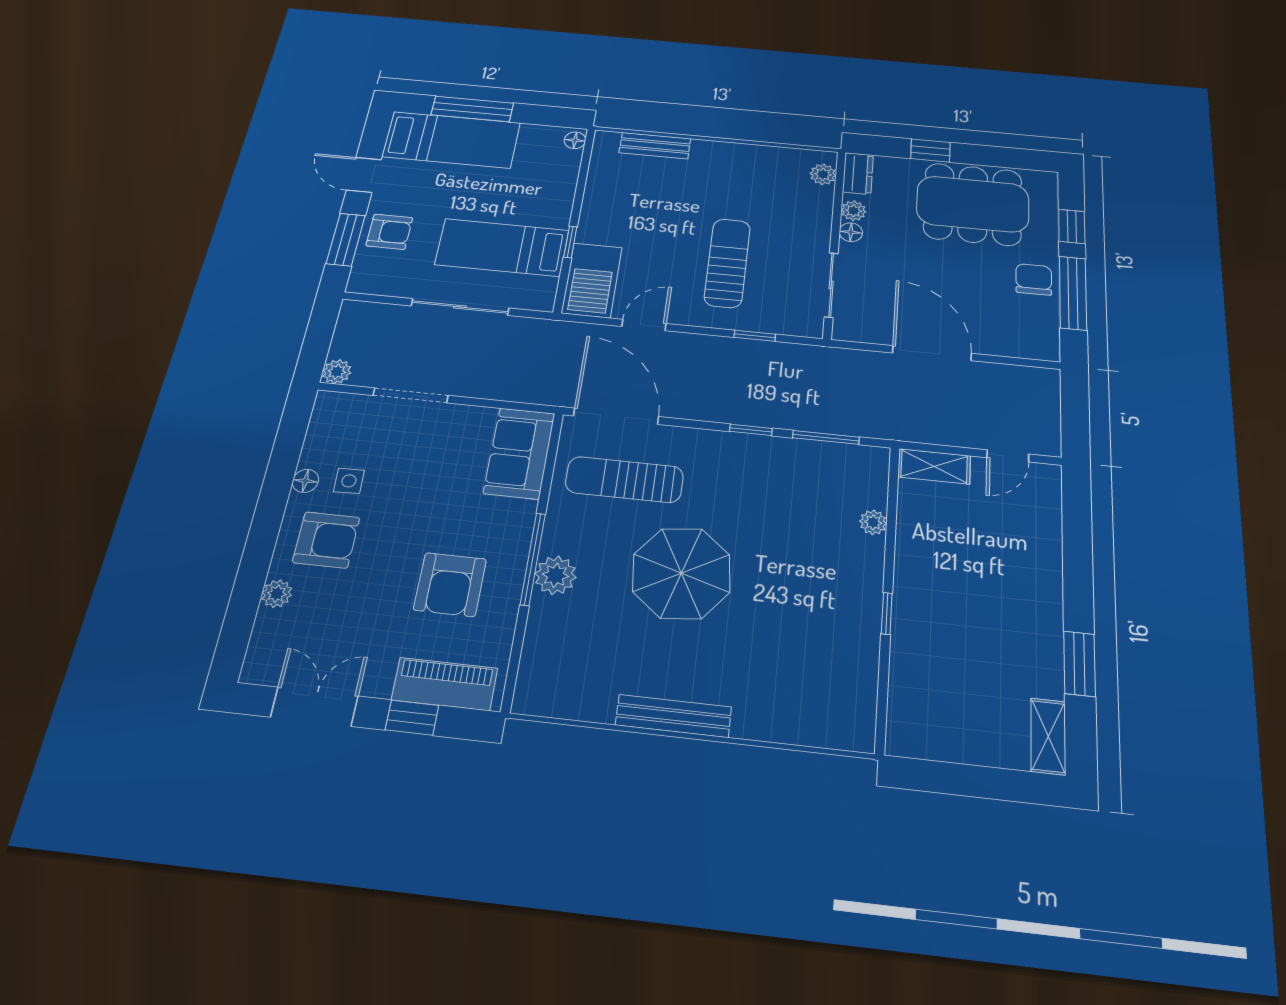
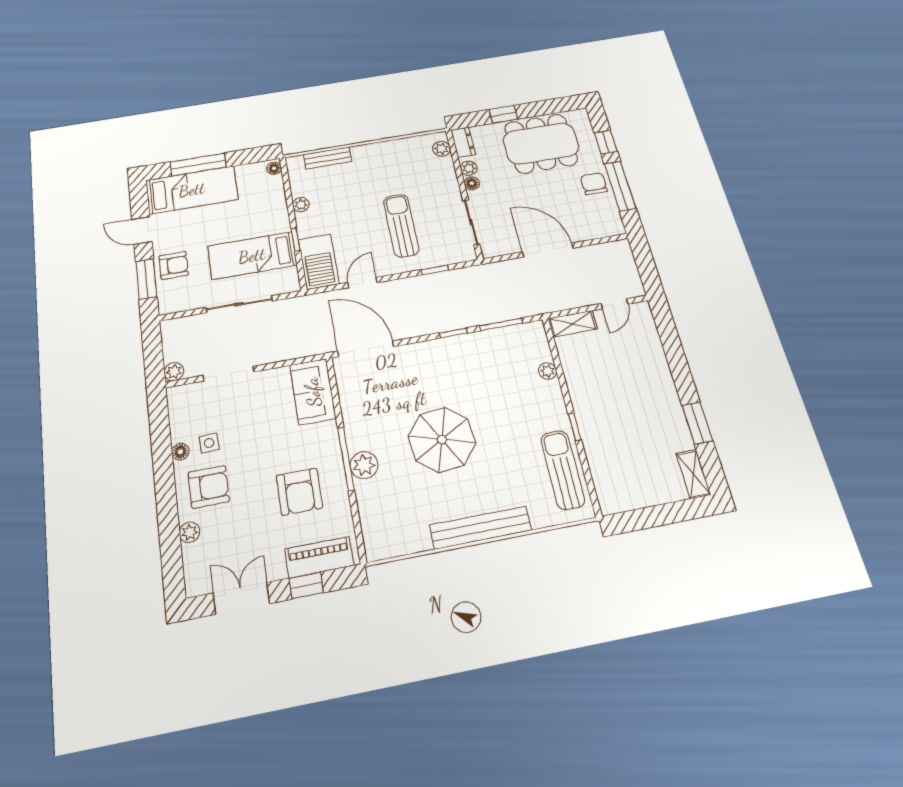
plant: (595, 198) -> (301, 205), added
sun lounger: (624, 480) -> (563, 470), moved, turned 90
bench: (673, 716) -> (481, 528), width x1.37, depth x1.21

